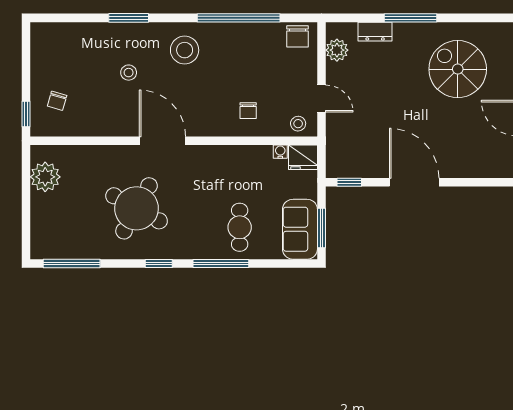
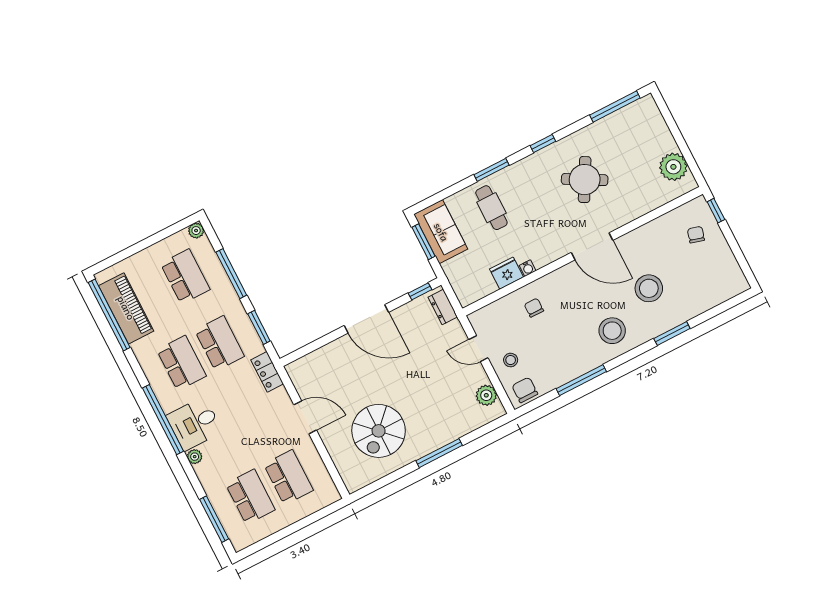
window: (239, 18) -> (581, 380), width x0.68
dresser: (375, 32) -> (443, 307), moved, turned -90
spiral stairs: (458, 69) -> (379, 431), turned 90
stool: (129, 73) -> (649, 288), width x1.89, depth x1.89
stool: (298, 124) -> (511, 360), moved
water cooler: (280, 152) -> (528, 268), moved
fridge: (303, 157) -> (506, 273), moved
round table: (137, 208) -> (585, 180), width x0.73, depth x0.73
window: (221, 263) -> (492, 170), width x0.69

